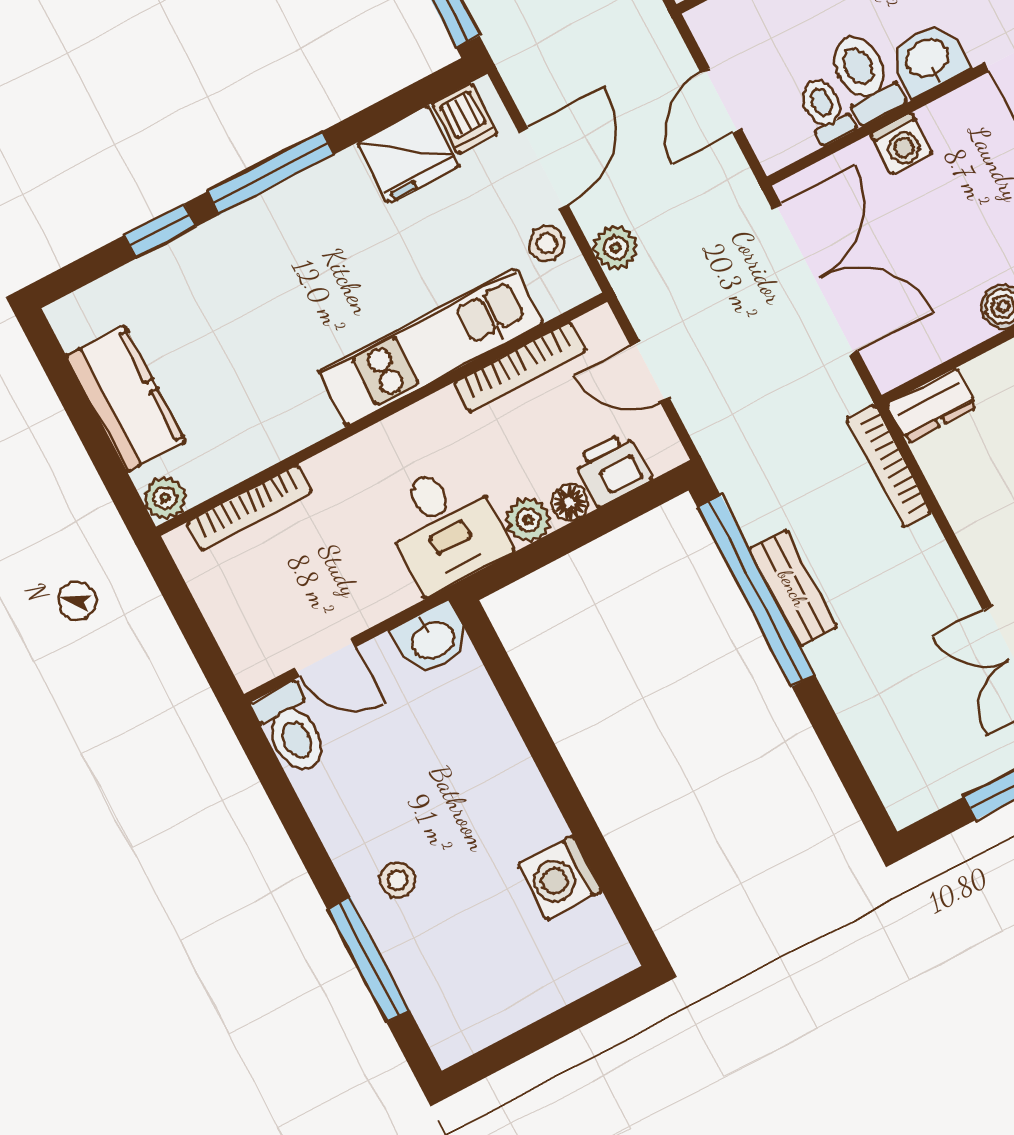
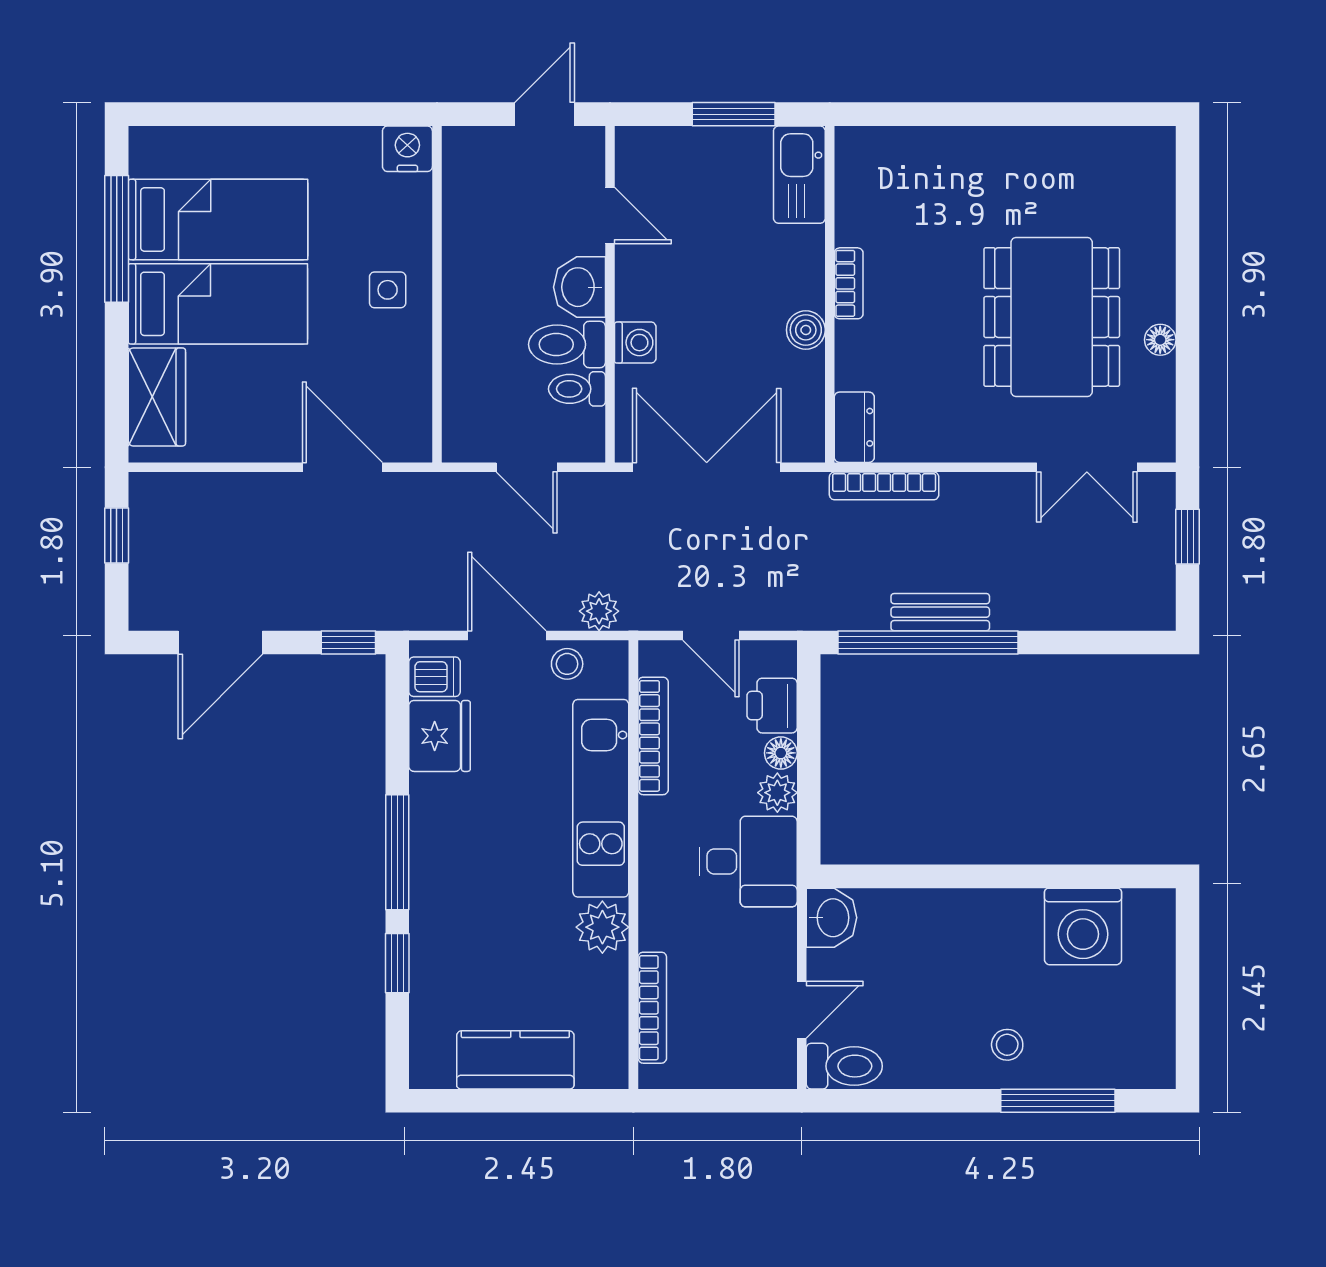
door: (650, 372) -> (711, 636), hinge flipped
plant: (165, 498) -> (602, 927), moved, width x1.38, depth x1.38
washing machine: (560, 878) -> (1083, 926), width x1.37, depth x1.37

